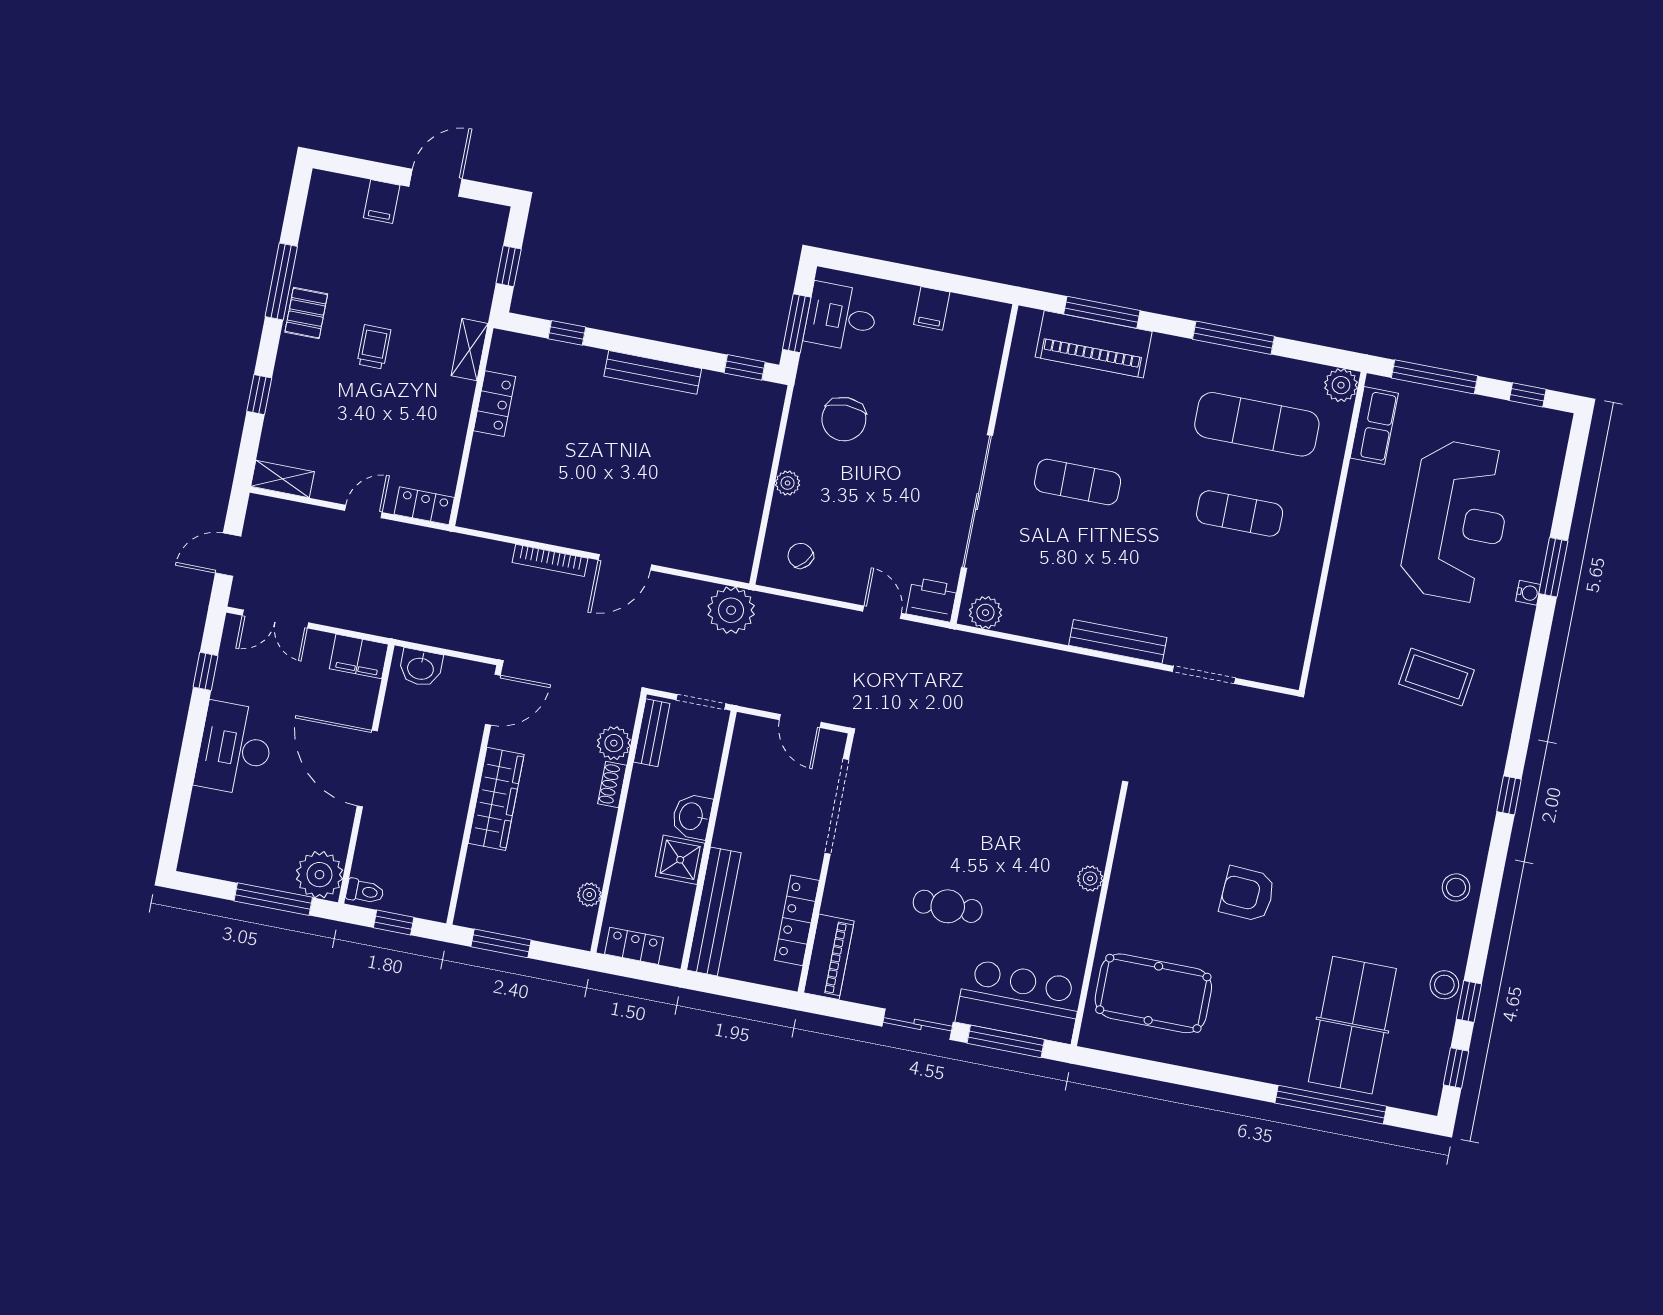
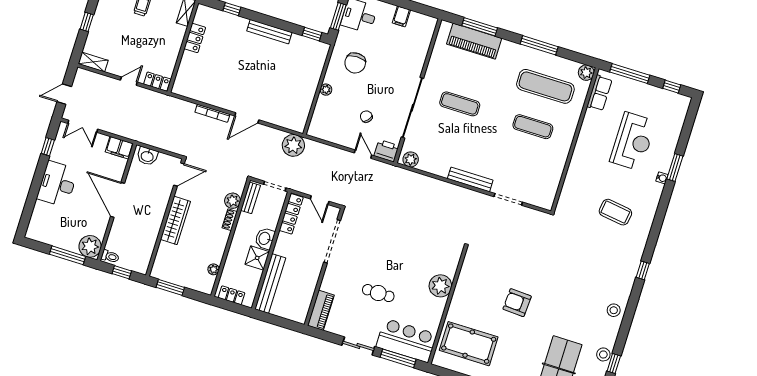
reception desk: (1457, 521) -> (633, 141), width x0.74, depth x0.77
chair: (801, 556) -> (366, 117), moved
plant: (1090, 878) -> (440, 286), width x1.87, depth x1.87
locker: (797, 920) -> (291, 214), moved, turned 180

